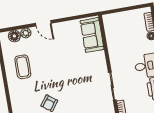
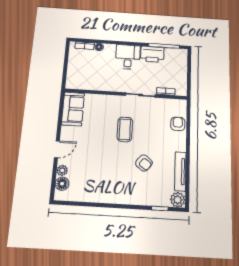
sofa: (92, 35) -> (73, 109), moved, turned -90
coffee table: (23, 67) -> (125, 129), moved, turned 90

